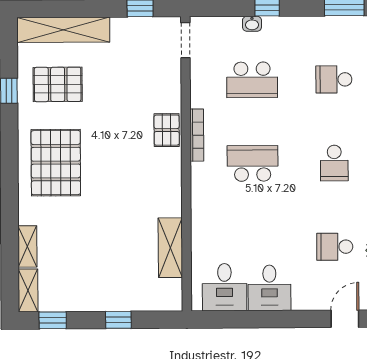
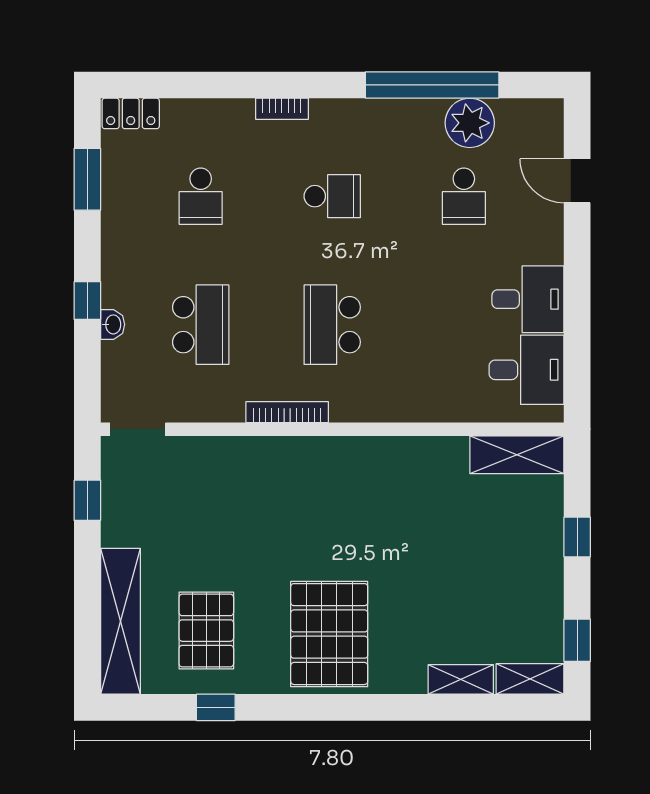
pallet: (167, 130) -> (279, 459), removed
pallet: (56, 163) -> (329, 634), turned 90
shelving: (170, 248) -> (517, 455), moved

